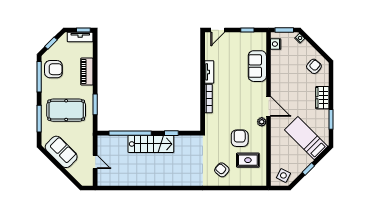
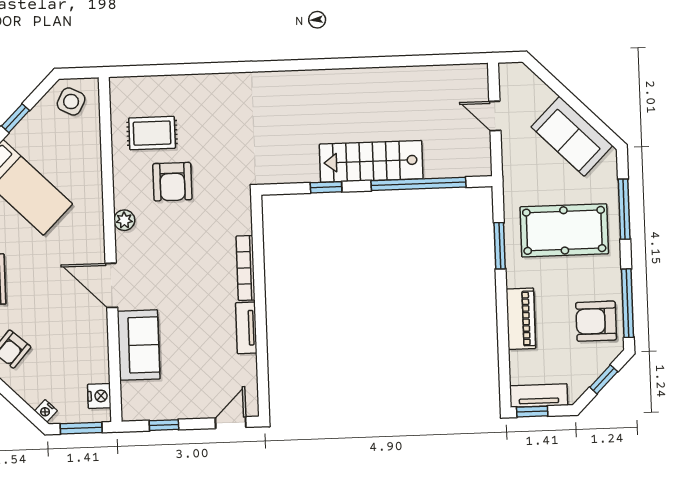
door: (268, 106) -> (111, 285), moved
armchair: (222, 170) -> (210, 109), removed

